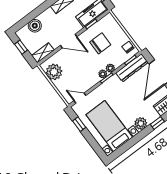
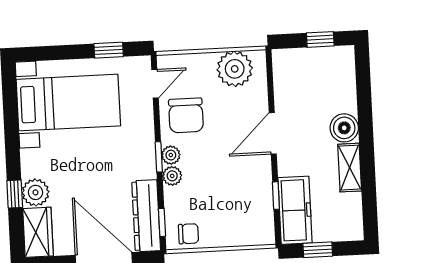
boiler: (35, 26) -> (344, 128), moved
chair: (100, 43) -> (186, 115), moved
shelving: (43, 53) -> (283, 72), removed
plant: (141, 123) -> (35, 192), moved

